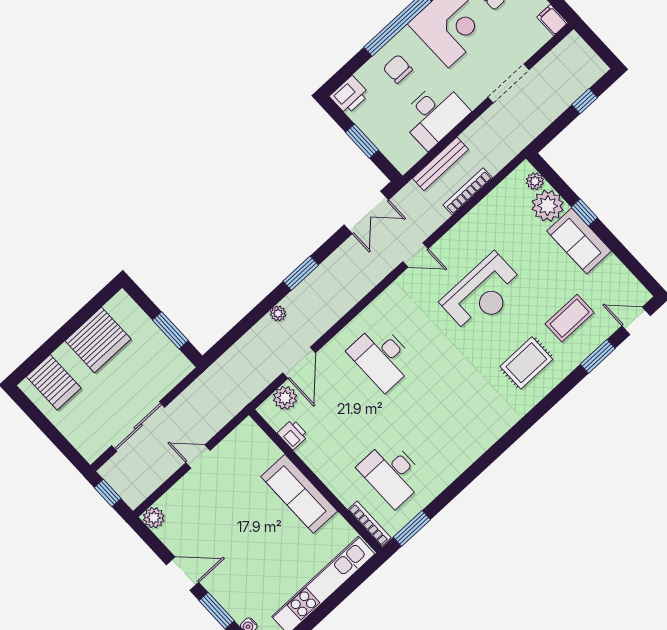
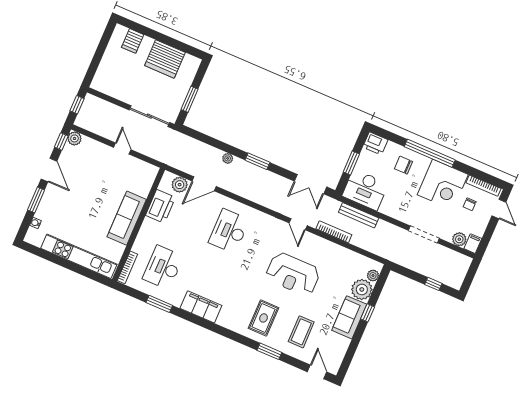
plant: (538, 36) -> (459, 239), added
chair: (398, 69) -> (403, 165), turned -90
desk: (434, 115) -> (365, 190), moved
bookcase: (468, 191) -> (334, 232), moved
coffee table: (570, 318) -> (301, 332), turned 90
window: (598, 356) -> (269, 351), moved
rug: (526, 363) -> (264, 318), turned 90
server rack: (54, 382) -> (133, 41), width x0.73, depth x0.70
sliding door: (138, 427) -> (149, 116), moved
printer: (293, 434) -> (160, 206), width x1.87, depth x1.48
filing cabinet: (471, 444) -> (201, 307), added
window: (412, 528) -> (159, 304), moved
window: (150, 538) -> (61, 141), added

